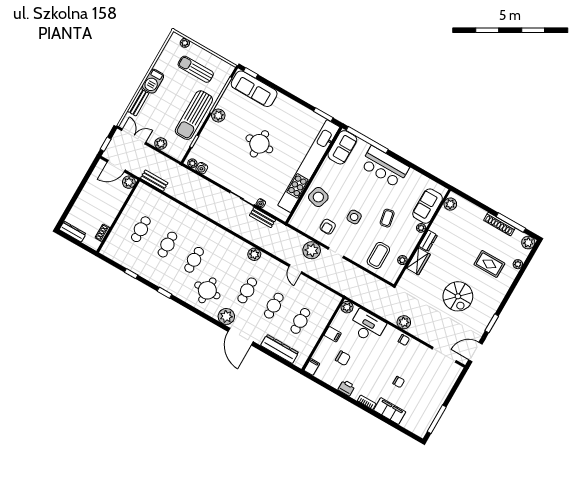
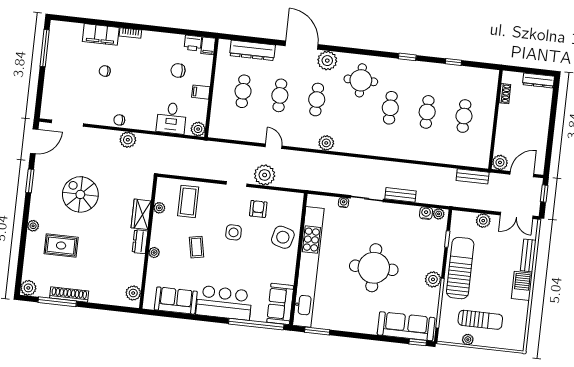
plant: (185, 43) -> (468, 340), moved
round table: (259, 144) -> (374, 268), width x1.36, depth x1.36
sofa: (428, 206) -> (176, 301), moved, turned -90
bench: (262, 218) -> (400, 195), moved
plant: (518, 264) -> (33, 226), moved
desk: (367, 326) -> (172, 118), width x0.73
printer: (347, 388) -> (193, 43), moved

